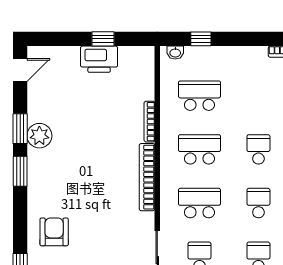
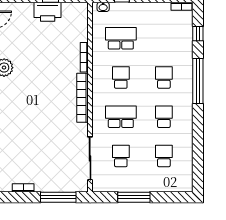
school desk: (199, 149) -> (121, 78), width x0.54
armchair: (54, 232) -> (15, 138), removed

